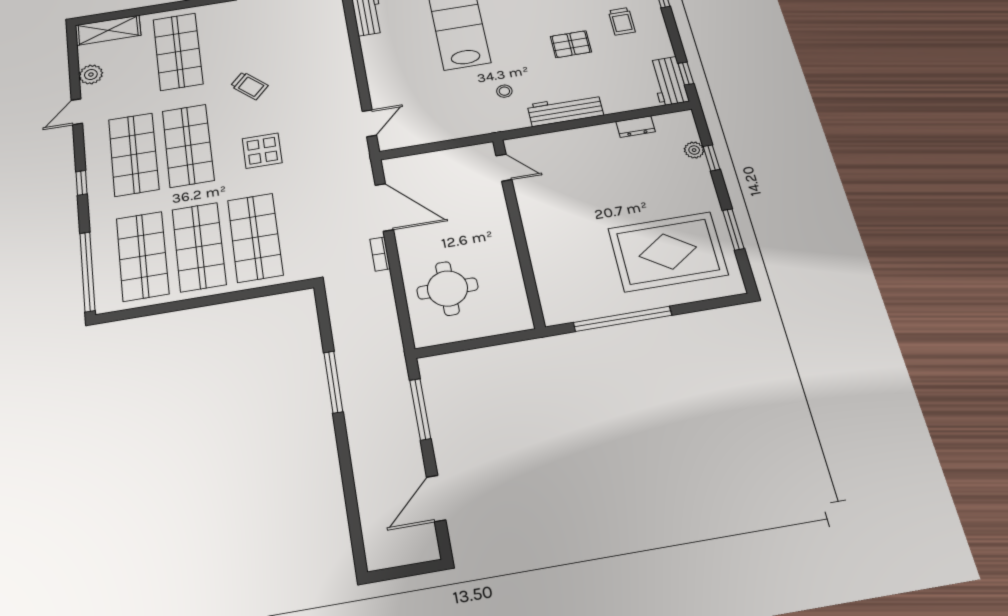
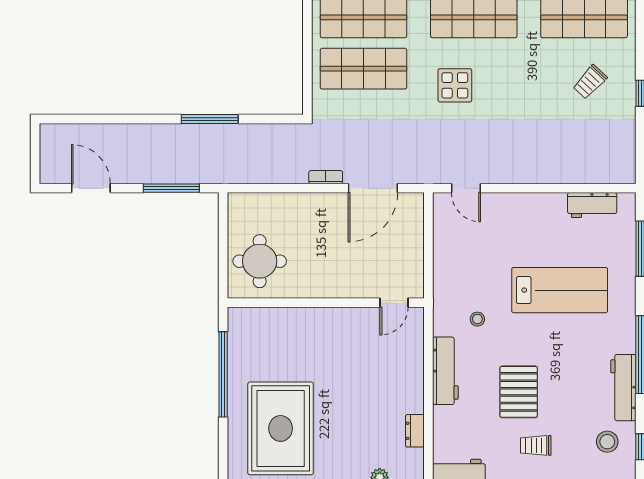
pallet: (571, 44) -> (519, 392), width x1.50, depth x1.42
trolley: (249, 86) -> (590, 82), moved
round table: (447, 288) -> (260, 261), moved

